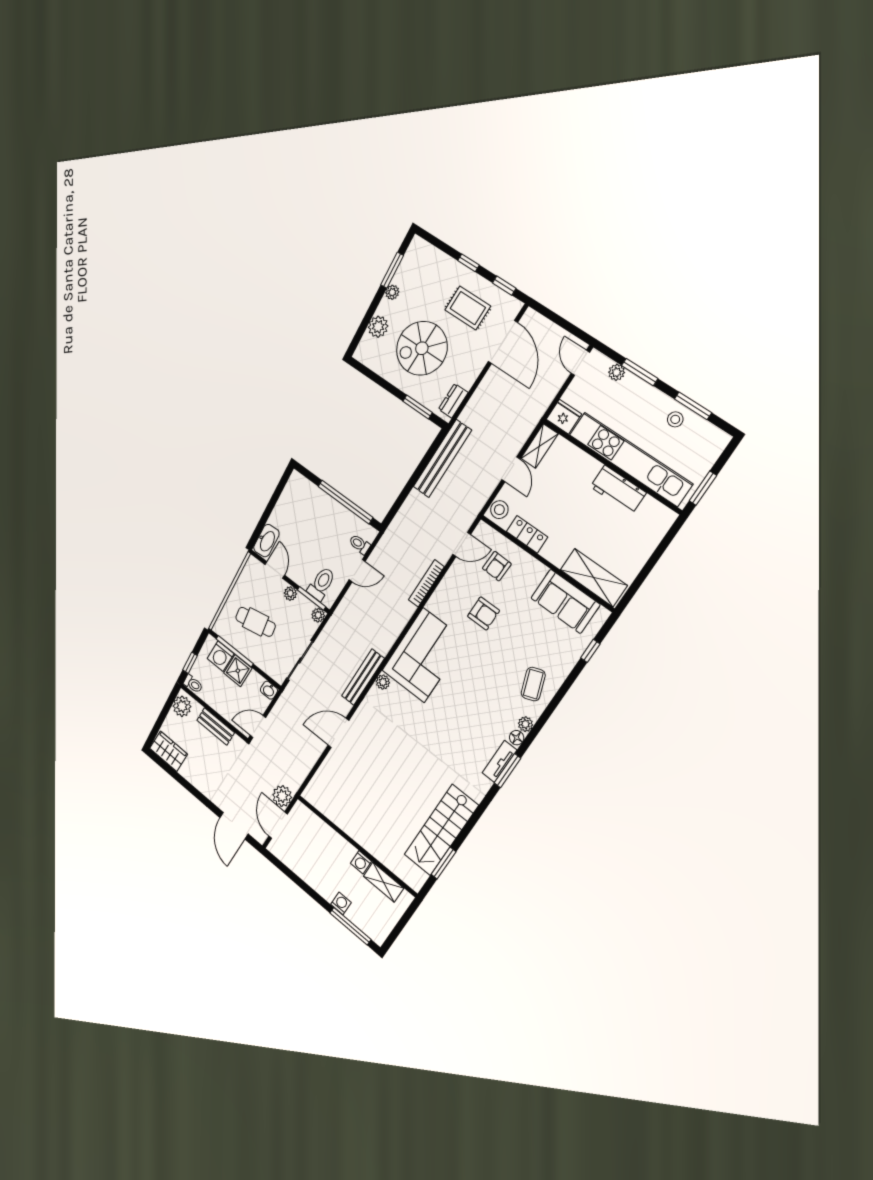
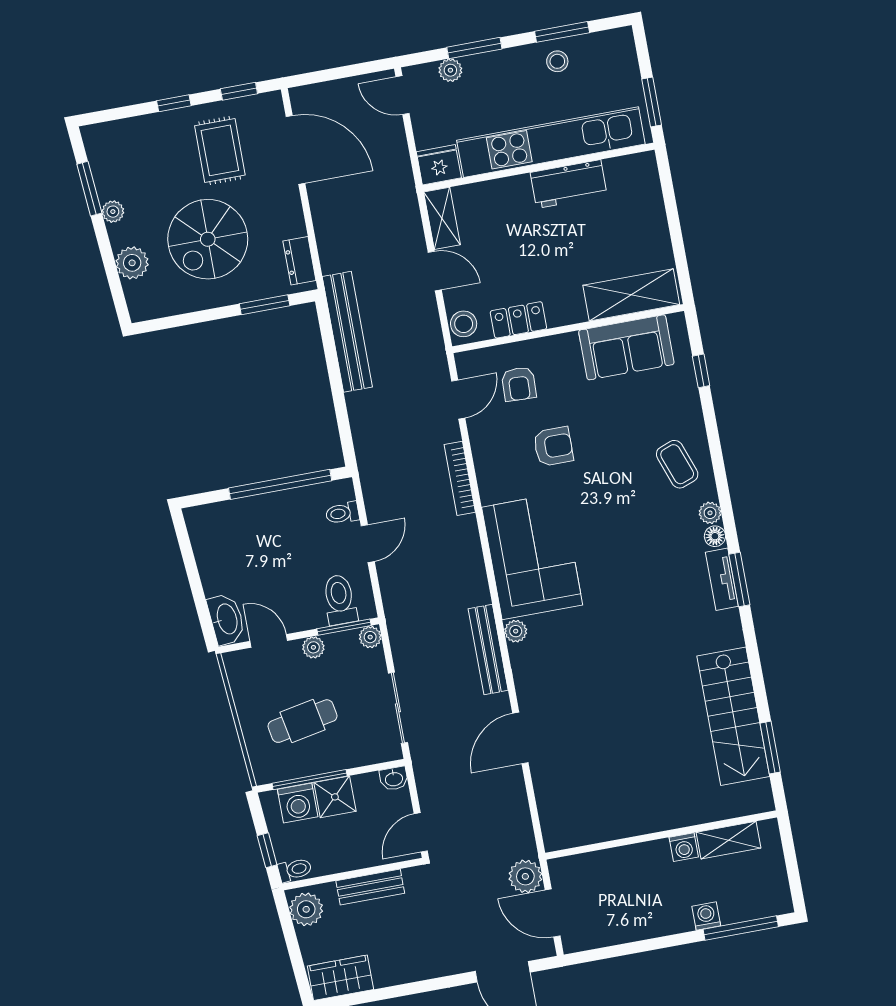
rug: (468, 308) -> (220, 150), turned 90

